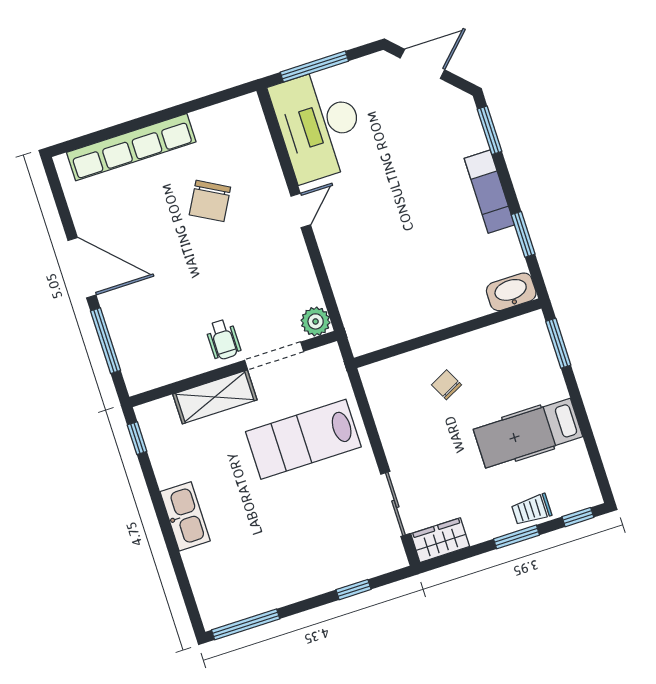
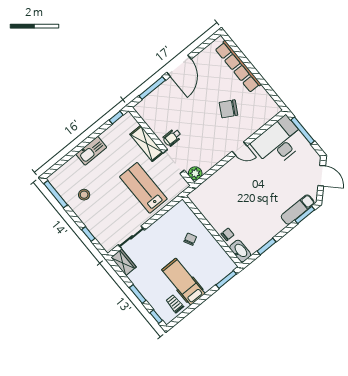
exam couch: (489, 192) -> (298, 210), moved
chair: (467, 304) -> (227, 234), added
trolley: (532, 510) -> (175, 304), moved
stool: (269, 566) -> (84, 195), added

